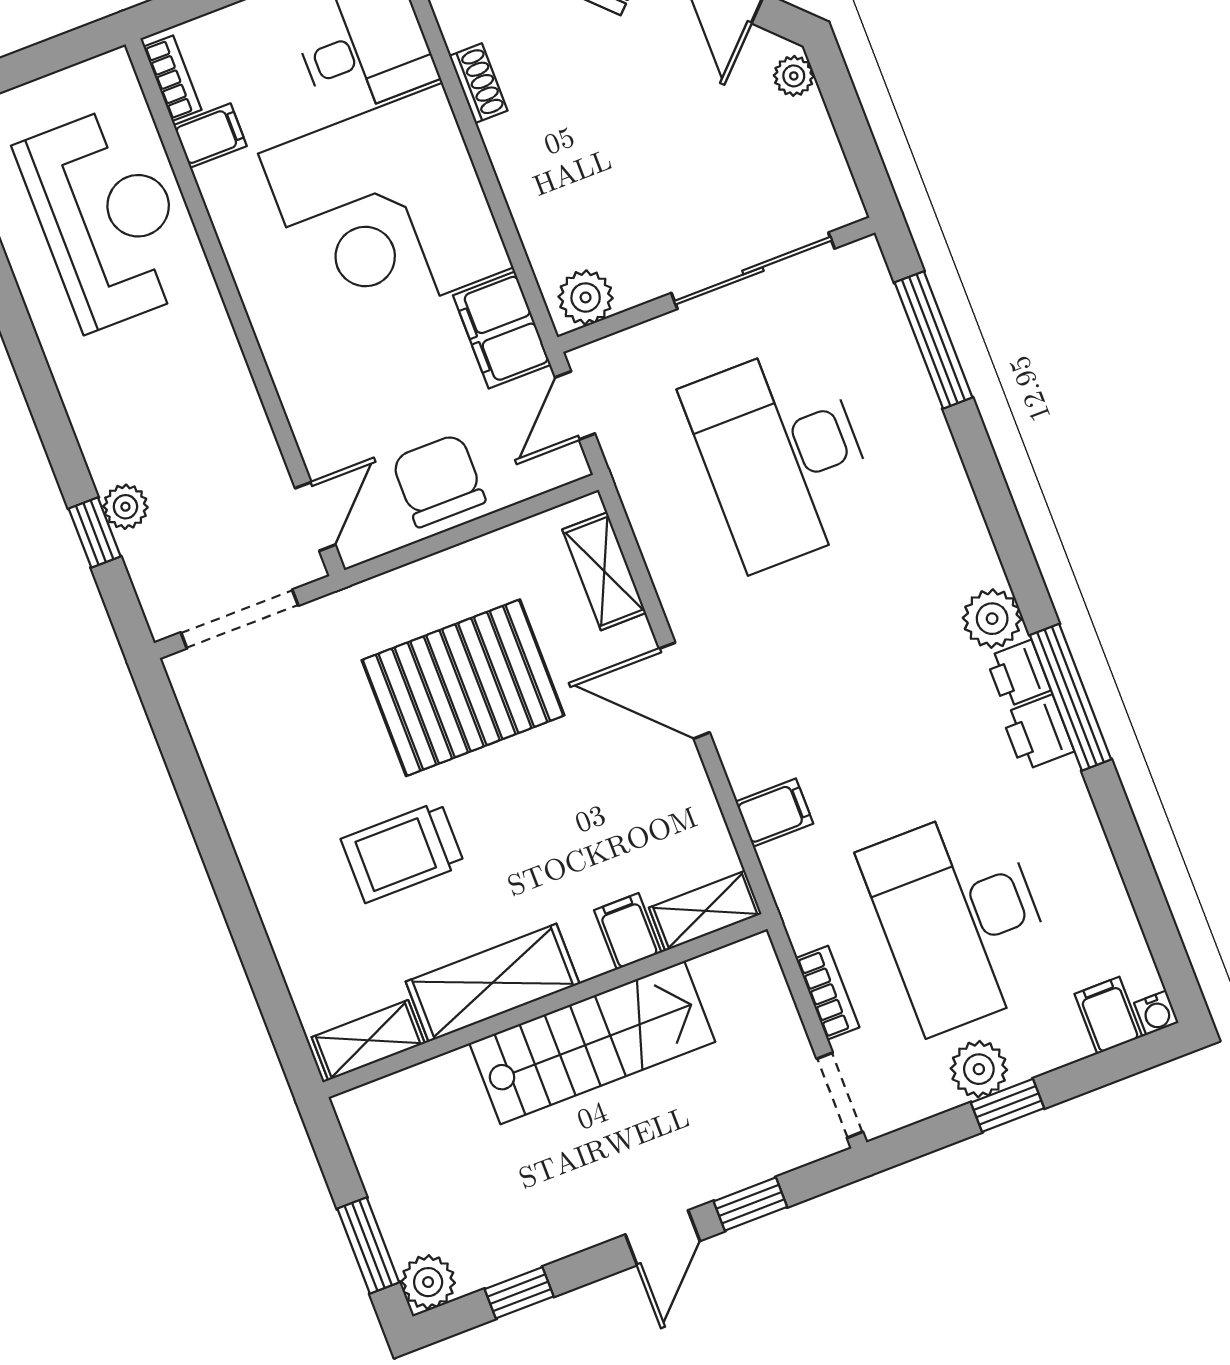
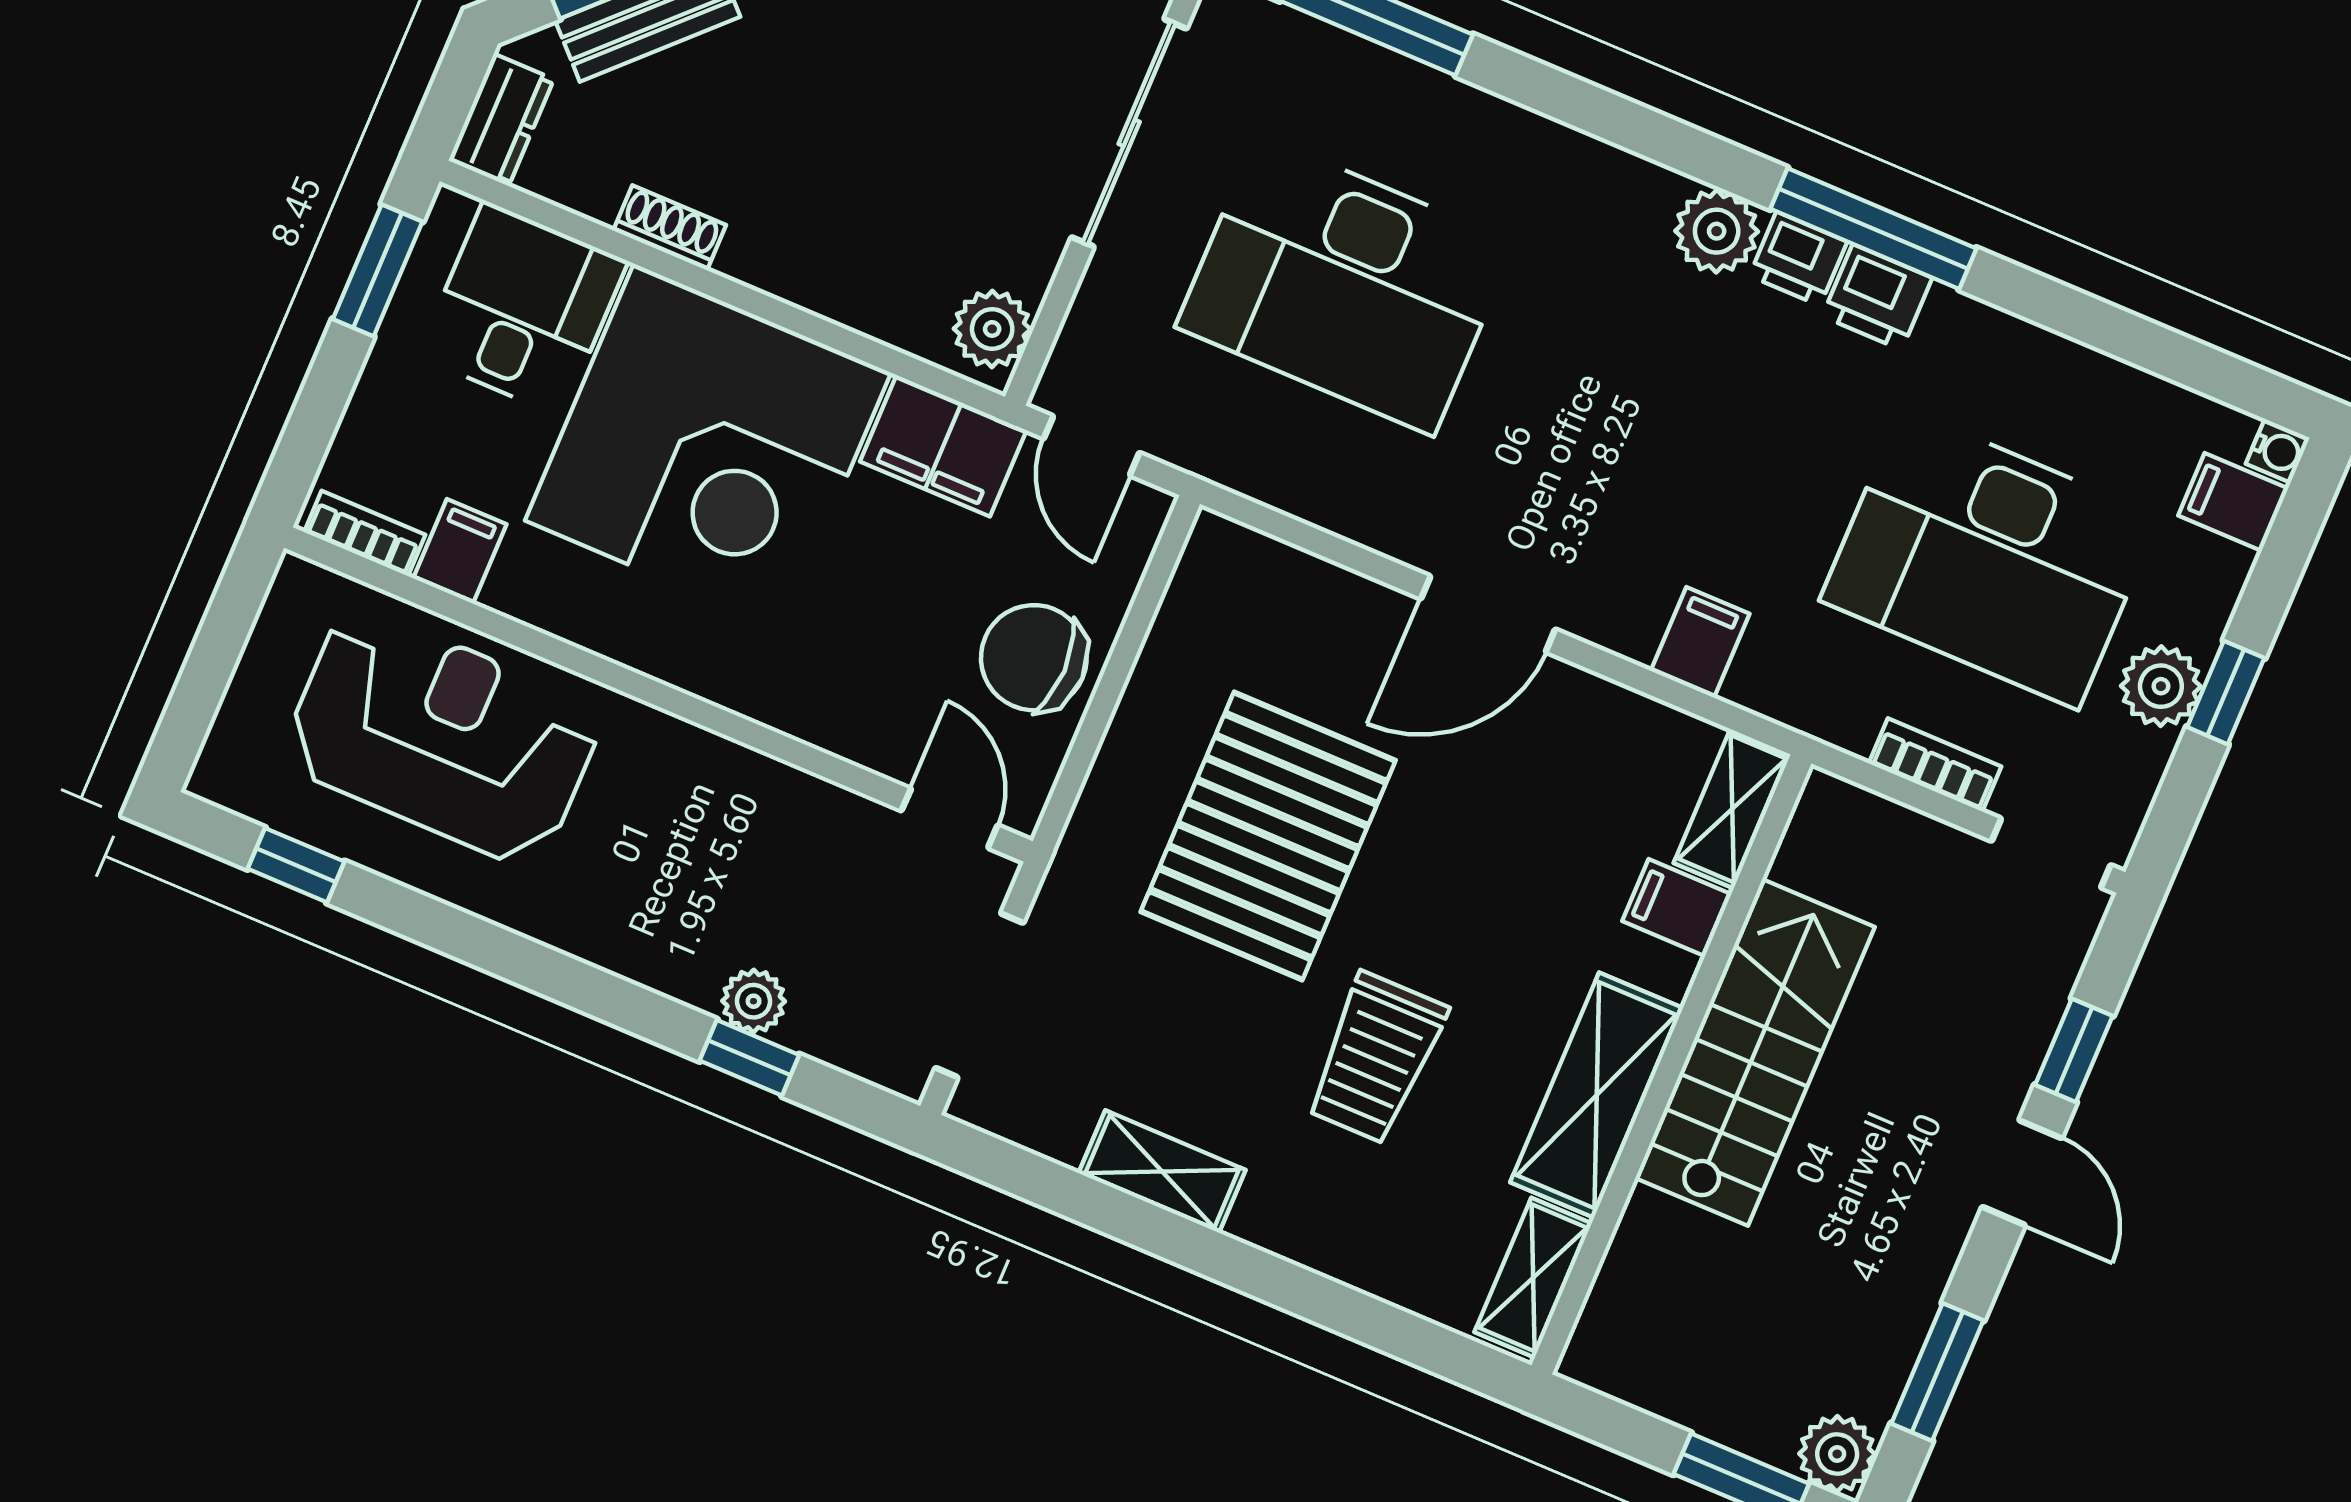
shelving: (604, 571) -> (1162, 1172), moved
window: (519, 1293) -> (1937, 1372), width x1.50

